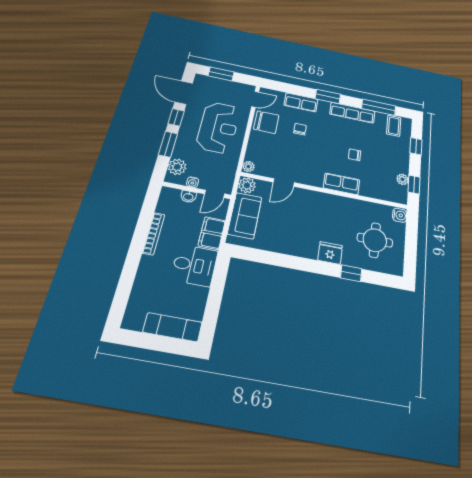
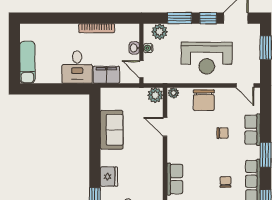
chair: (266, 122) -> (204, 100), moved
chair: (355, 155) -> (226, 182), moved
sofa: (245, 216) -> (112, 130), moved, turned -90

